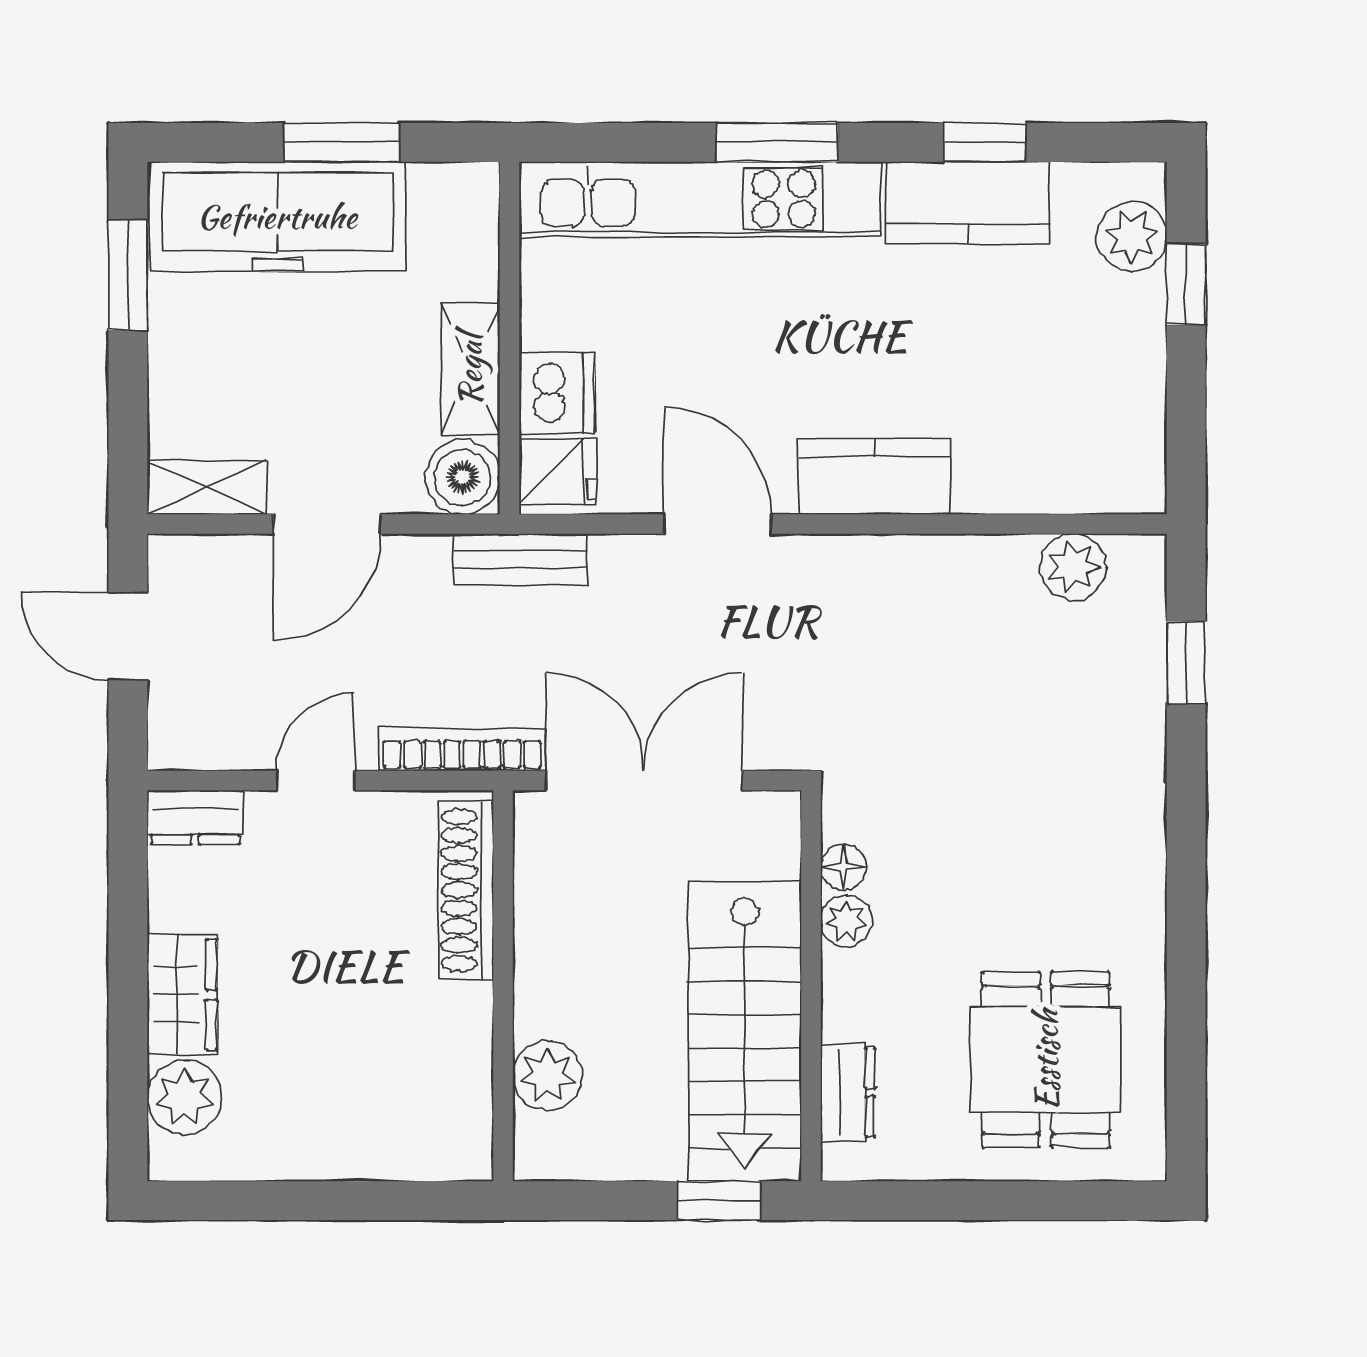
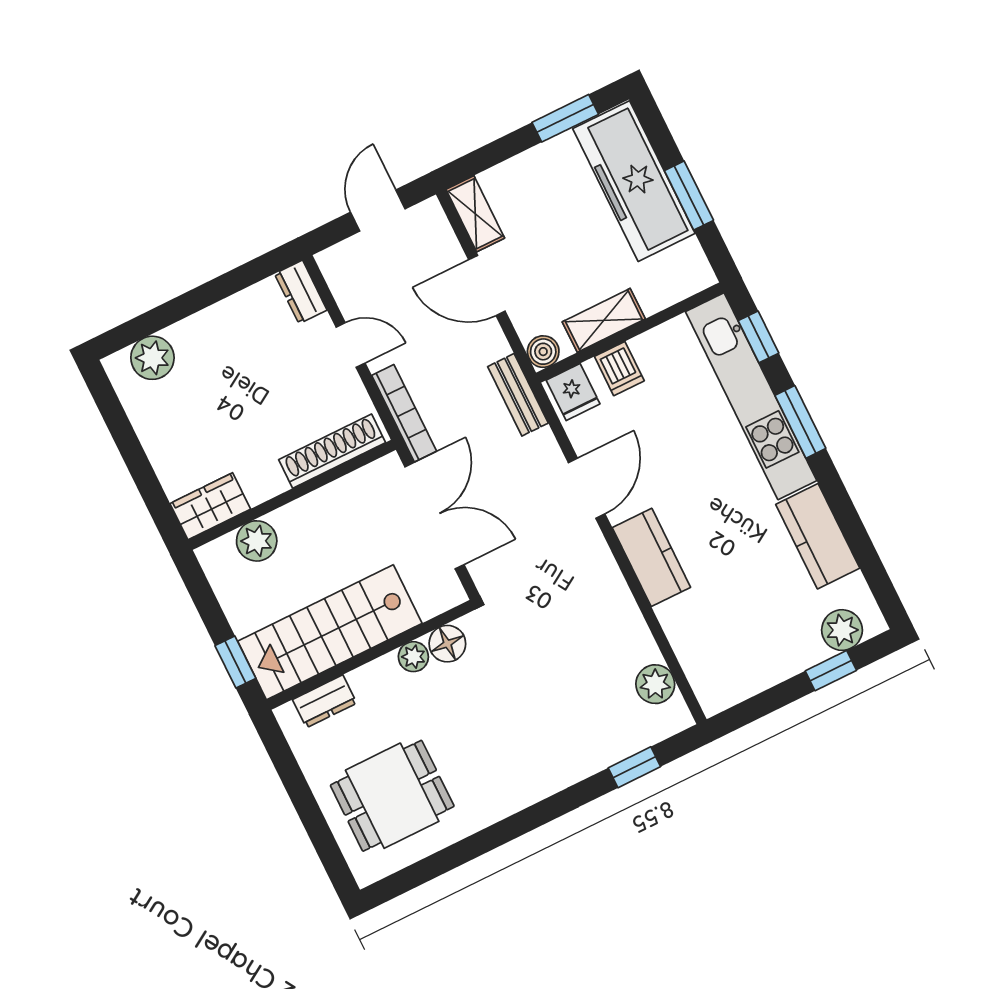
window: (985, 142) -> (758, 337), moved
dishwasher: (557, 393) -> (619, 369), width x0.73
boiler: (463, 477) -> (543, 352), width x0.73, depth x0.73
floor lamp: (844, 867) -> (447, 644), width x1.37, depth x1.37
wardrobe: (182, 995) -> (210, 506), moved, turned 180

